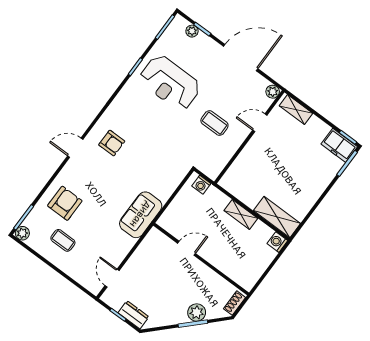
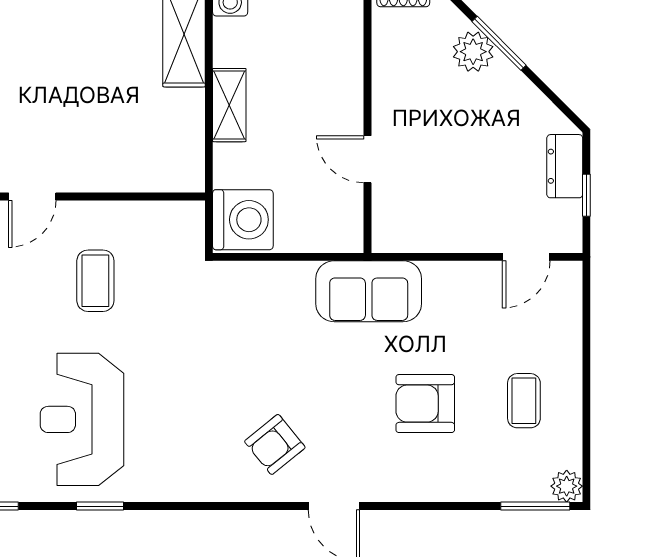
reception desk: (170, 83) -> (82, 419), turned 180
door: (260, 123) -> (32, 197), hinge flipped
armchair: (112, 143) -> (275, 444), turned -129
washing machine: (201, 185) -> (243, 220), width x1.89, depth x1.89
armchair: (65, 203) -> (425, 404), moved

